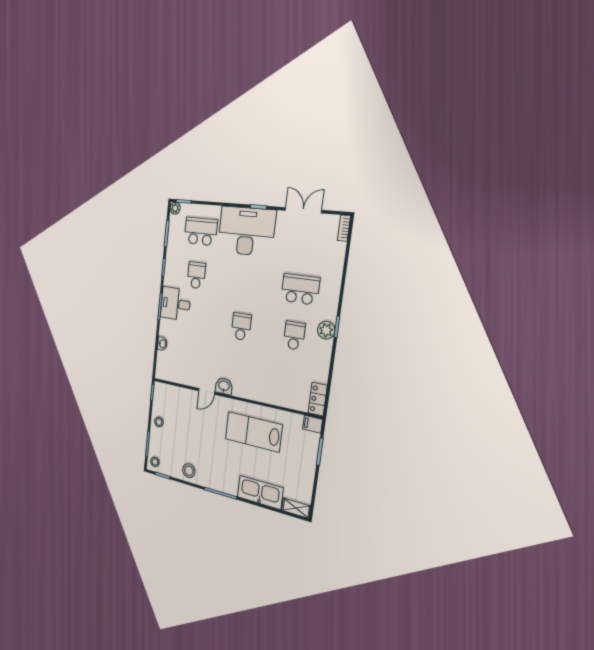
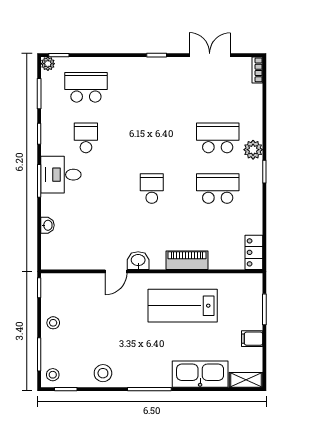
desk: (246, 231) -> (145, 82), removed
plant: (326, 330) -> (253, 150), moved
school desk: (294, 336) -> (218, 188), width x1.85
piano: (261, 394) -> (187, 260), added
filing cabinet: (313, 424) -> (252, 339), moved

